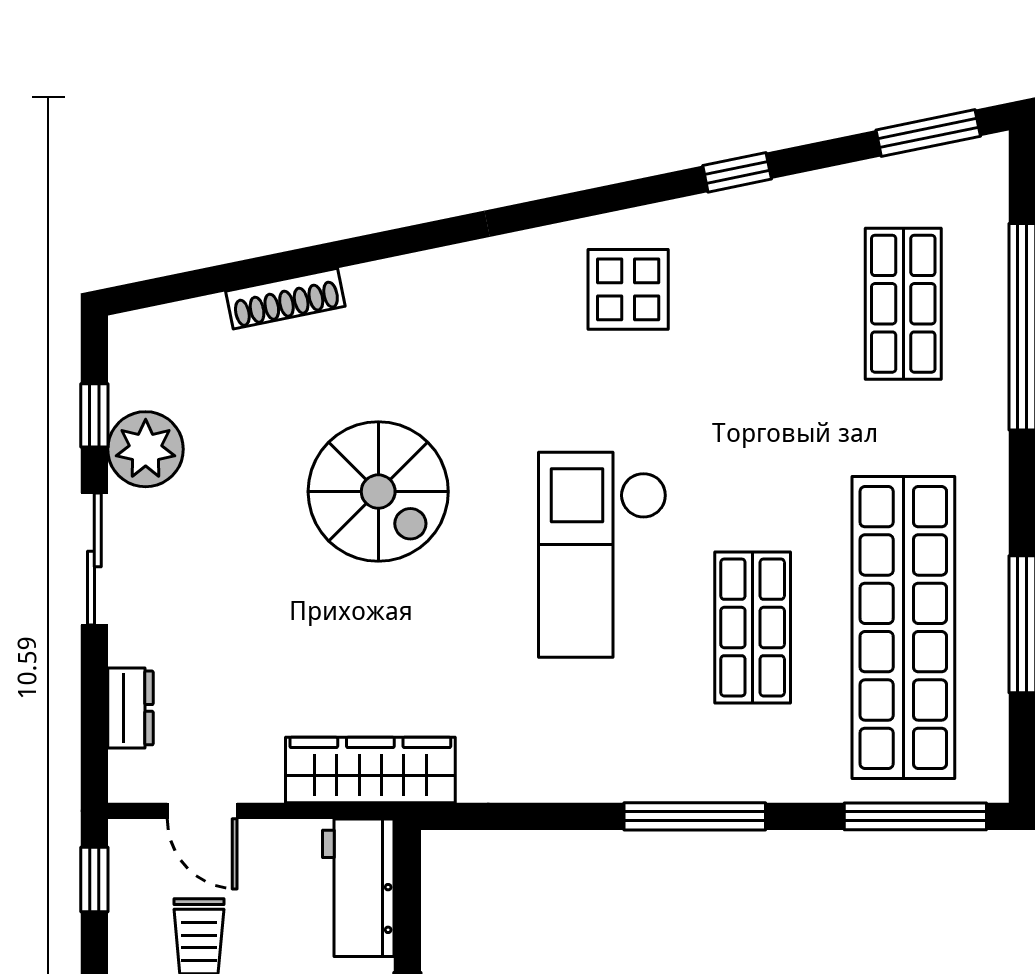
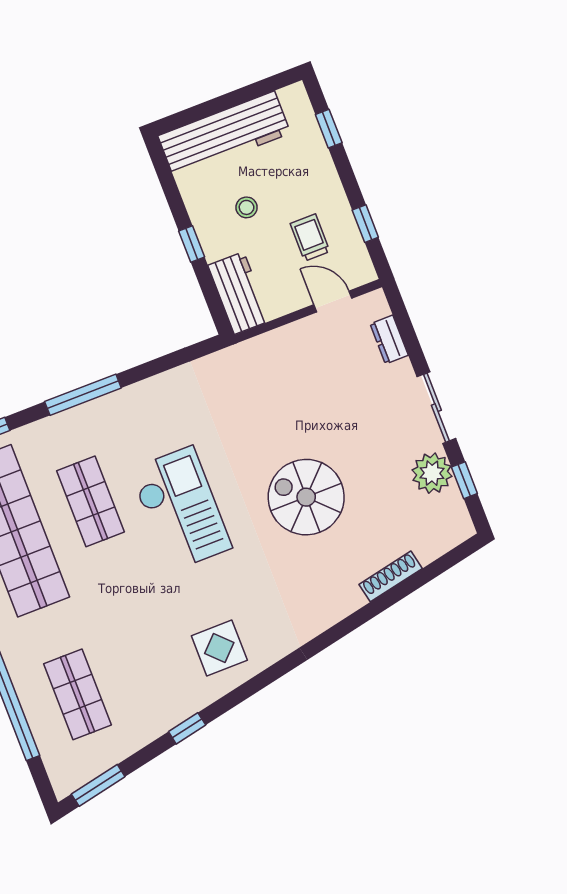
wardrobe: (370, 770) -> (256, 355), removed
window: (94, 879) -> (365, 224), moved

